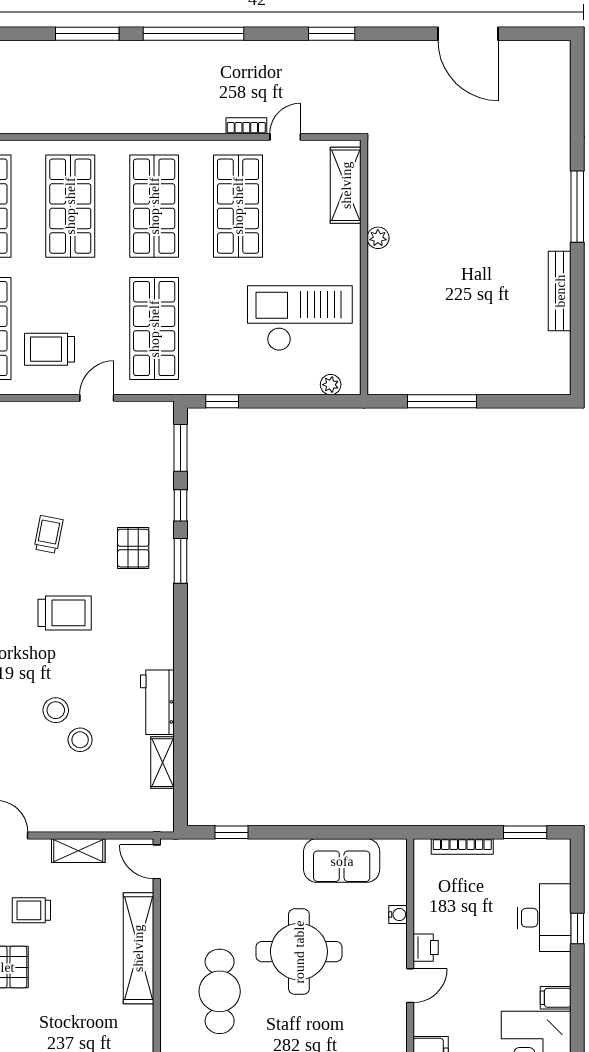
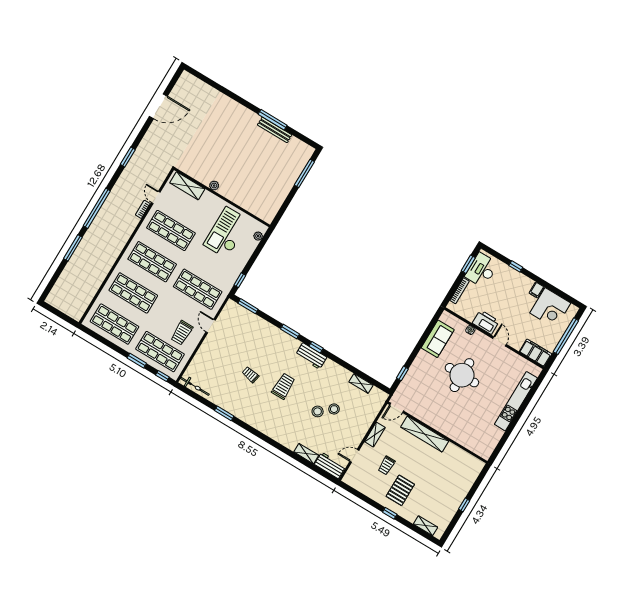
window: (577, 207) -> (273, 120), moved
window: (442, 401) -> (304, 173), moved
window: (181, 505) -> (316, 347), moved
pallet: (133, 548) -> (275, 346), removed
workbench: (157, 702) -> (311, 356), moved
desk: (544, 918) -> (482, 270), moved, turned -90
printer: (426, 948) -> (486, 322), width x1.87, depth x1.48
cafe table: (220, 991) -> (459, 414), removed

